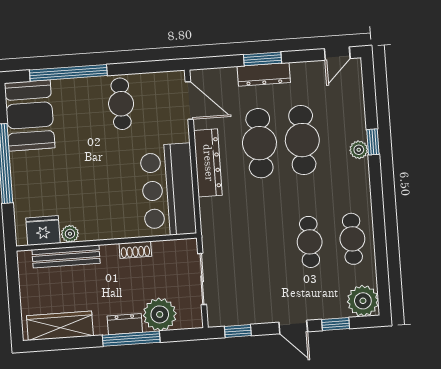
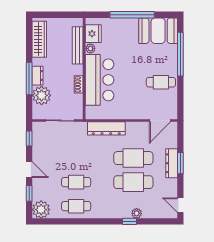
plant: (359, 150) -> (137, 213), moved
dresser: (208, 163) -> (106, 128), moved
bar counter: (168, 190) -> (100, 80), moved, turned 90
door: (293, 327) -> (29, 170), swing flipped

